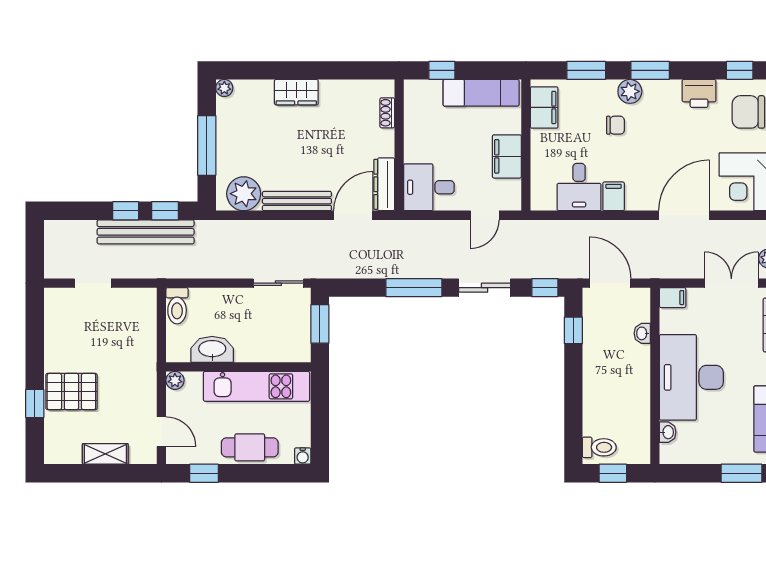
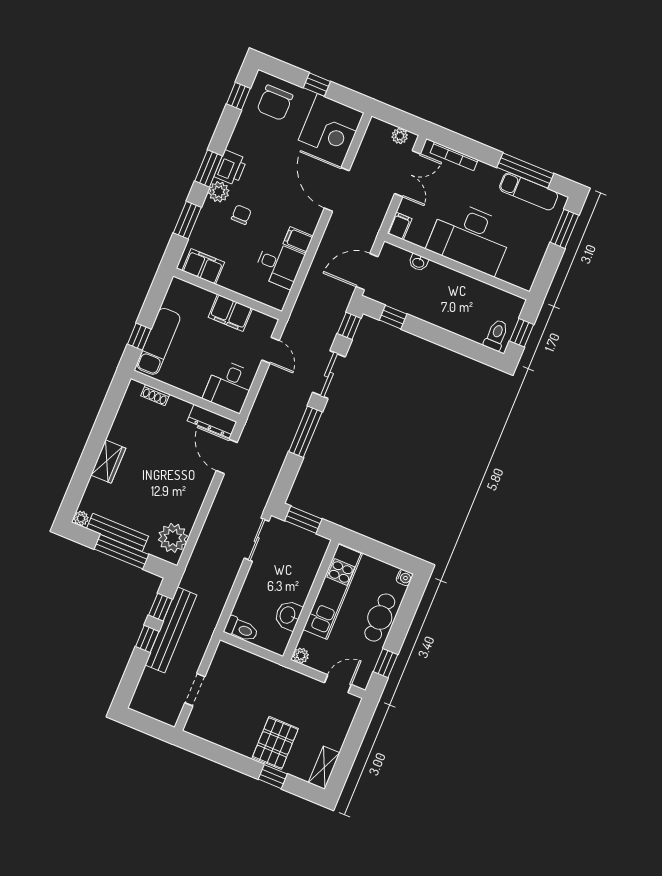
exam couch: (481, 93) -> (158, 341), moved
printer: (699, 93) -> (231, 168), moved
bench: (297, 201) -> (118, 532), moved, turned 90
double door: (731, 283) -> (407, 174), swing flipped
washbasin: (212, 349) -> (288, 615), width x0.72
washbasin: (668, 432) -> (507, 275), removed
shelving: (105, 454) -> (324, 768), moved

